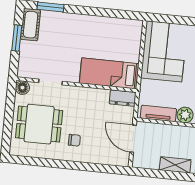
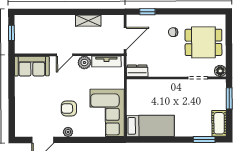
window: (17, 38) -> (229, 98), moved
bed: (109, 73) -> (150, 126), moved
door: (133, 139) -> (125, 38), hinge flipped
window: (103, 168) -> (147, 12), added

